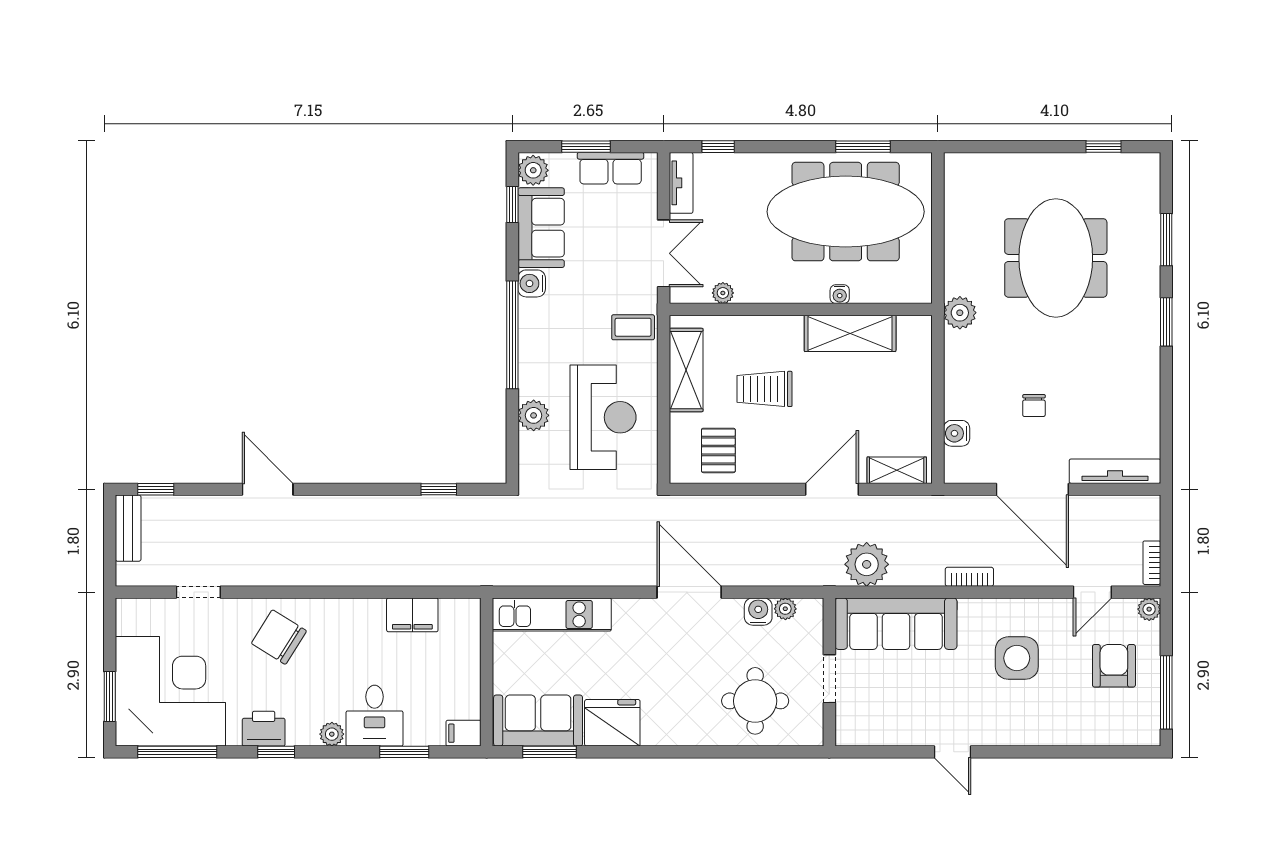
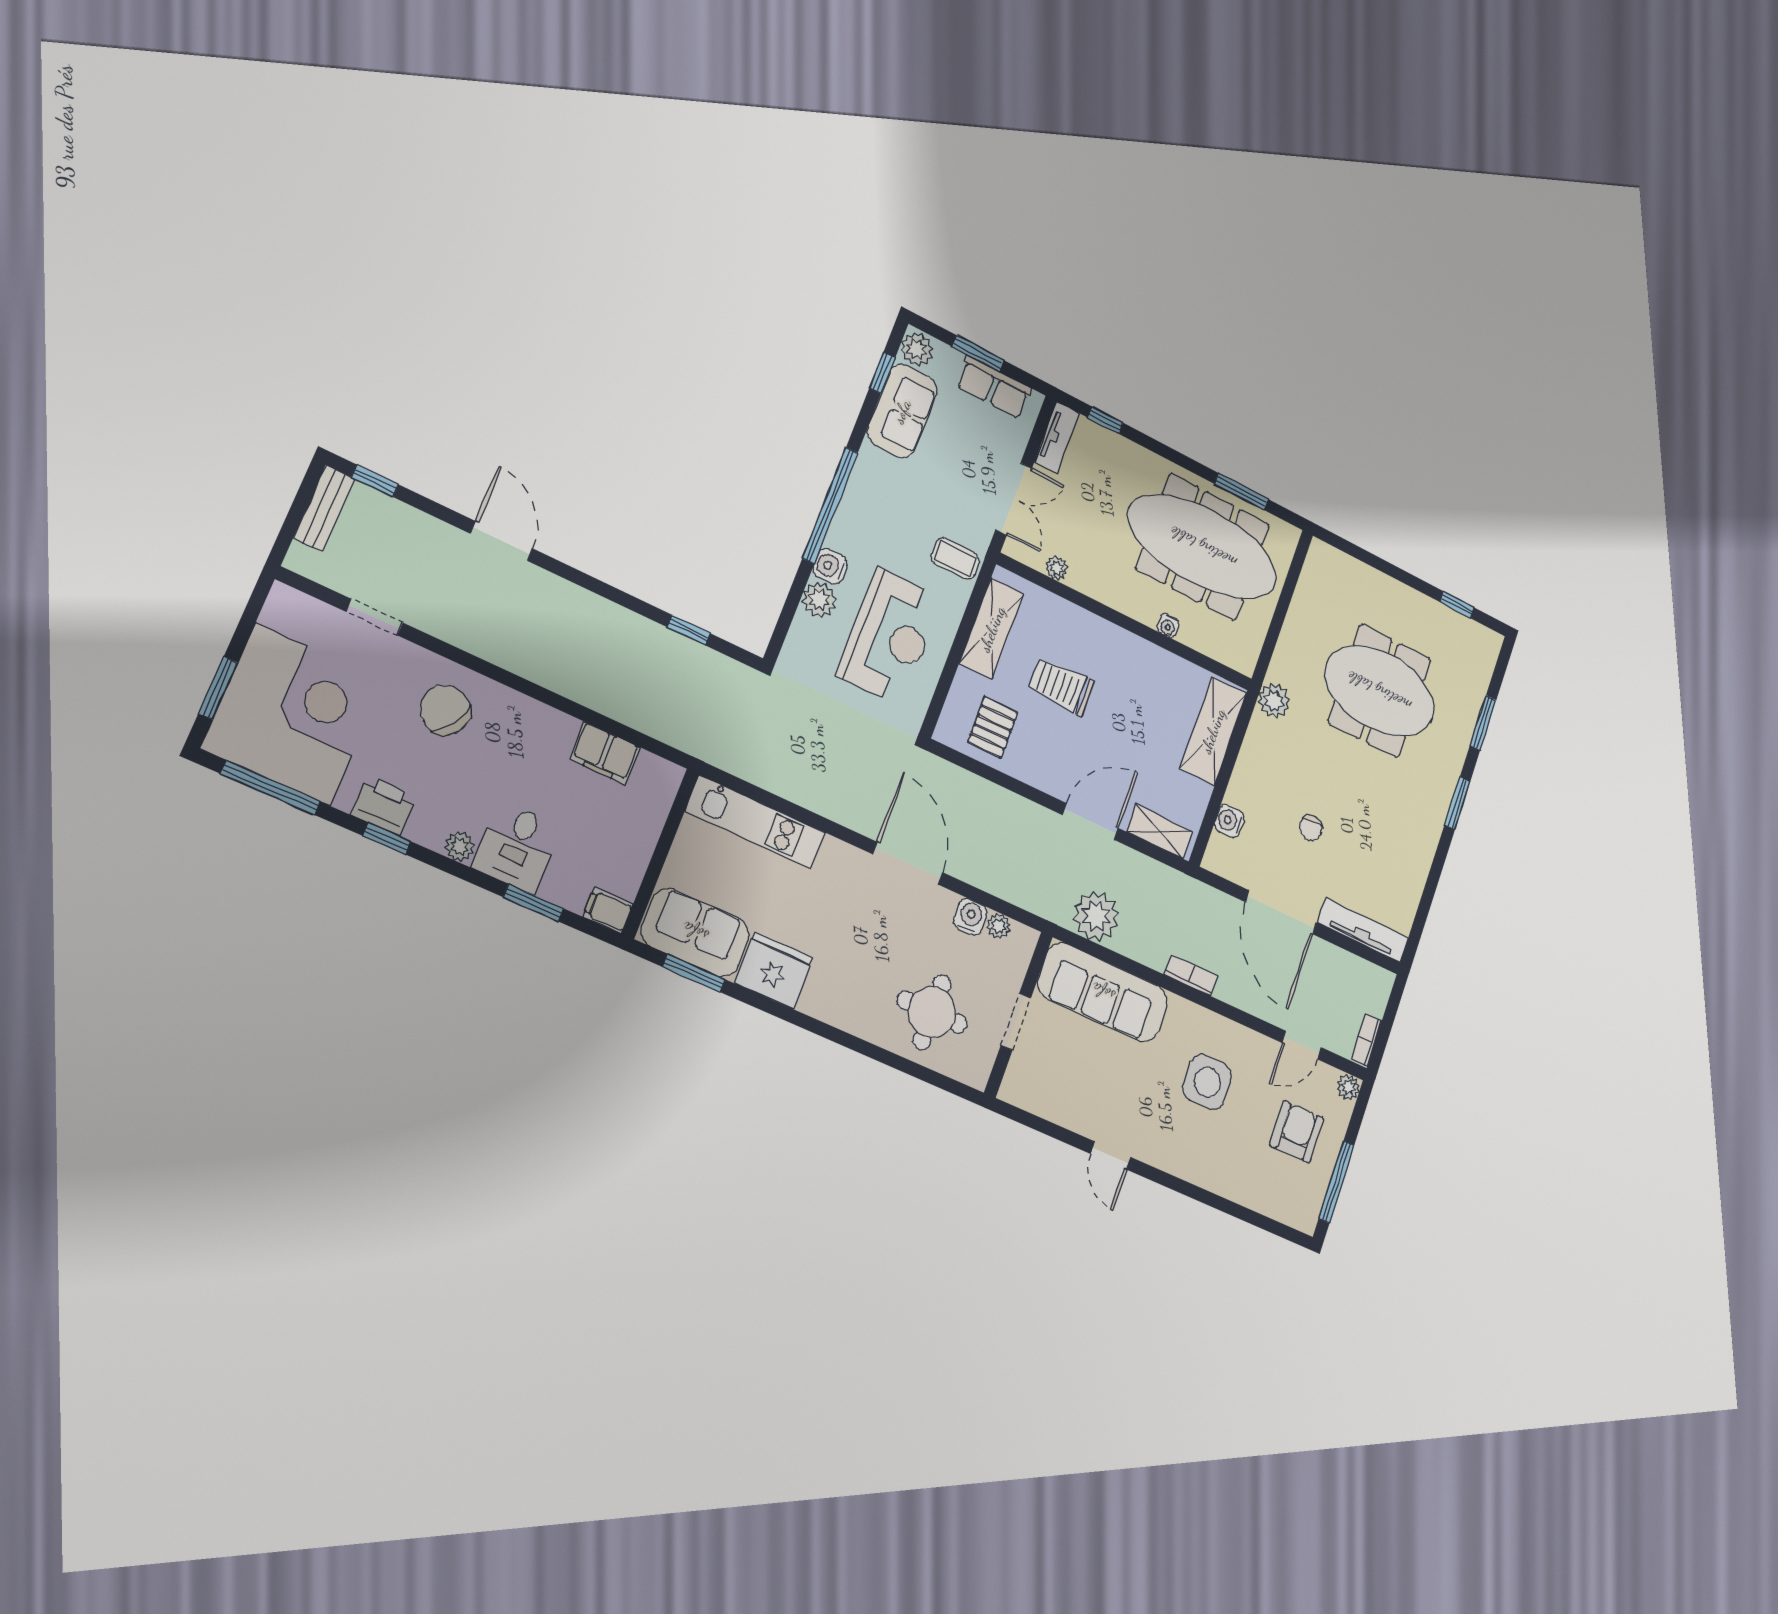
meeting table: (1056, 258) -> (1379, 691), turned 90
water cooler: (532, 283) -> (830, 566), moved
shelving: (850, 333) -> (1213, 731), moved, turned 90

